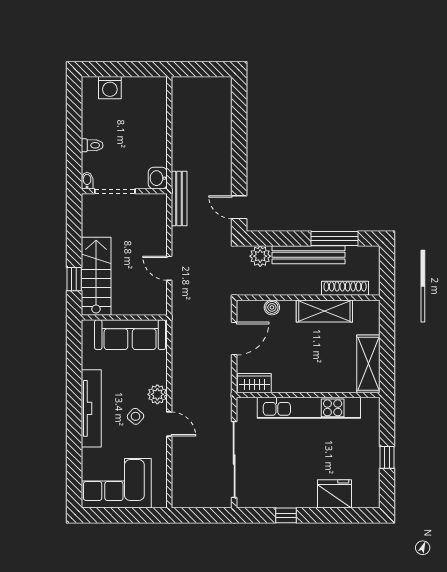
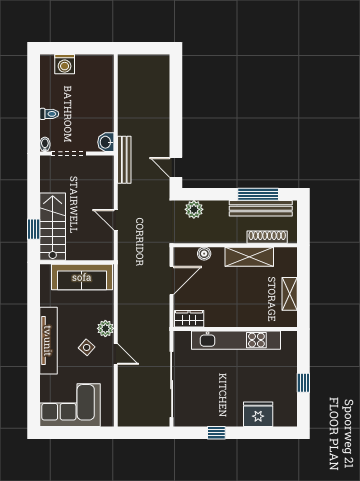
bench: (308, 255) -> (261, 208), moved
shelving: (368, 364) -> (290, 294), width x0.67, depth x0.75

